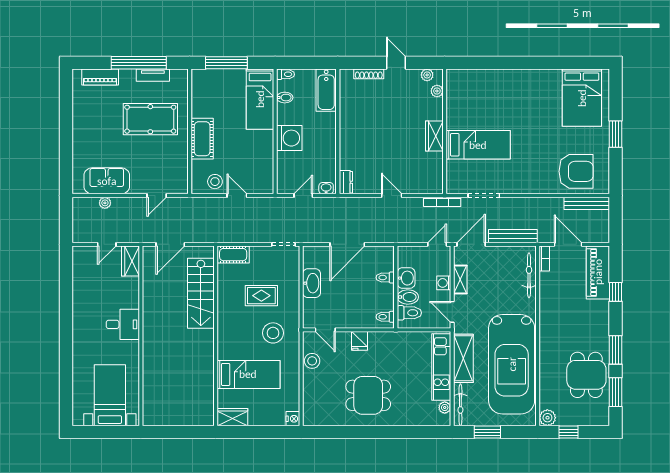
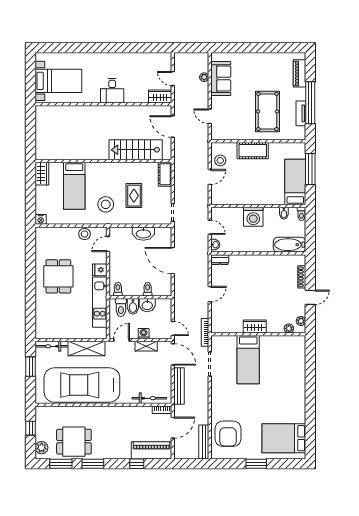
bed: (260, 99) -> (295, 182), moved, turned 90
kitchen unit: (441, 367) -> (100, 302), moved, turned -90
plant: (445, 408) -> (49, 334), removed
plant: (547, 418) -> (42, 448), moved

